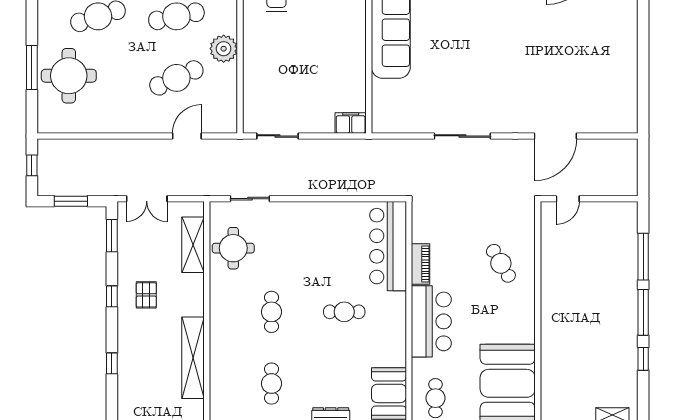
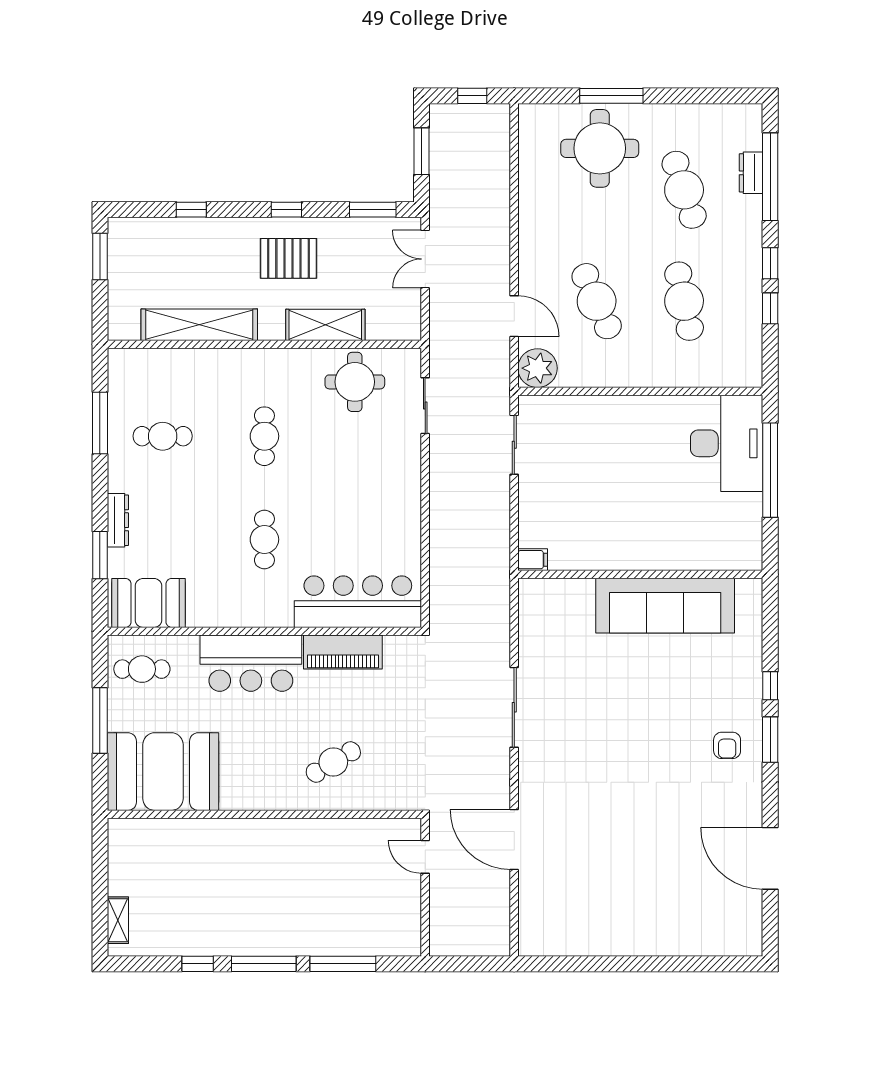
plant: (224, 49) -> (537, 368), moved
filing cabinet: (351, 123) -> (533, 560), width x0.50
shelving: (193, 245) -> (325, 325), moved
piano: (421, 264) -> (343, 652), width x1.37, depth x1.33
pallet: (146, 295) -> (288, 258), width x1.50, depth x1.42
cafe table: (271, 312) -> (264, 436), turned 90

